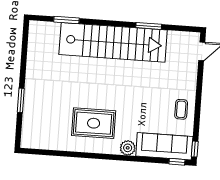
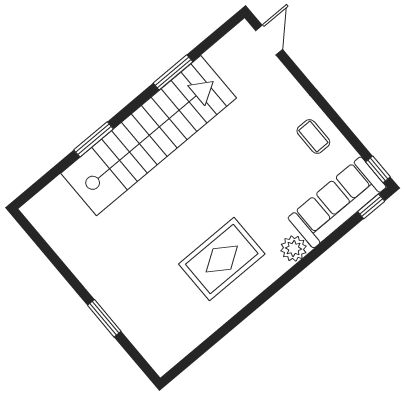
window: (66, 20) -> (94, 139), moved

